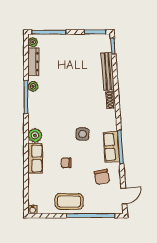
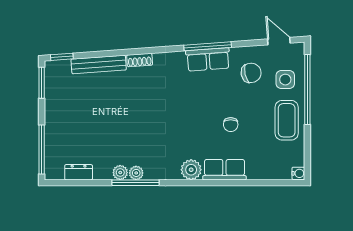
plant: (33, 42) -> (136, 173), moved
dresser: (33, 62) -> (79, 172), width x0.70
side table: (83, 134) -> (285, 80), moved

